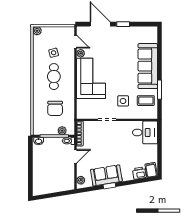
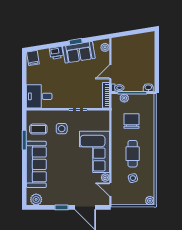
plant: (148, 32) -> (36, 199), added
printer: (139, 173) -> (56, 53), moved

